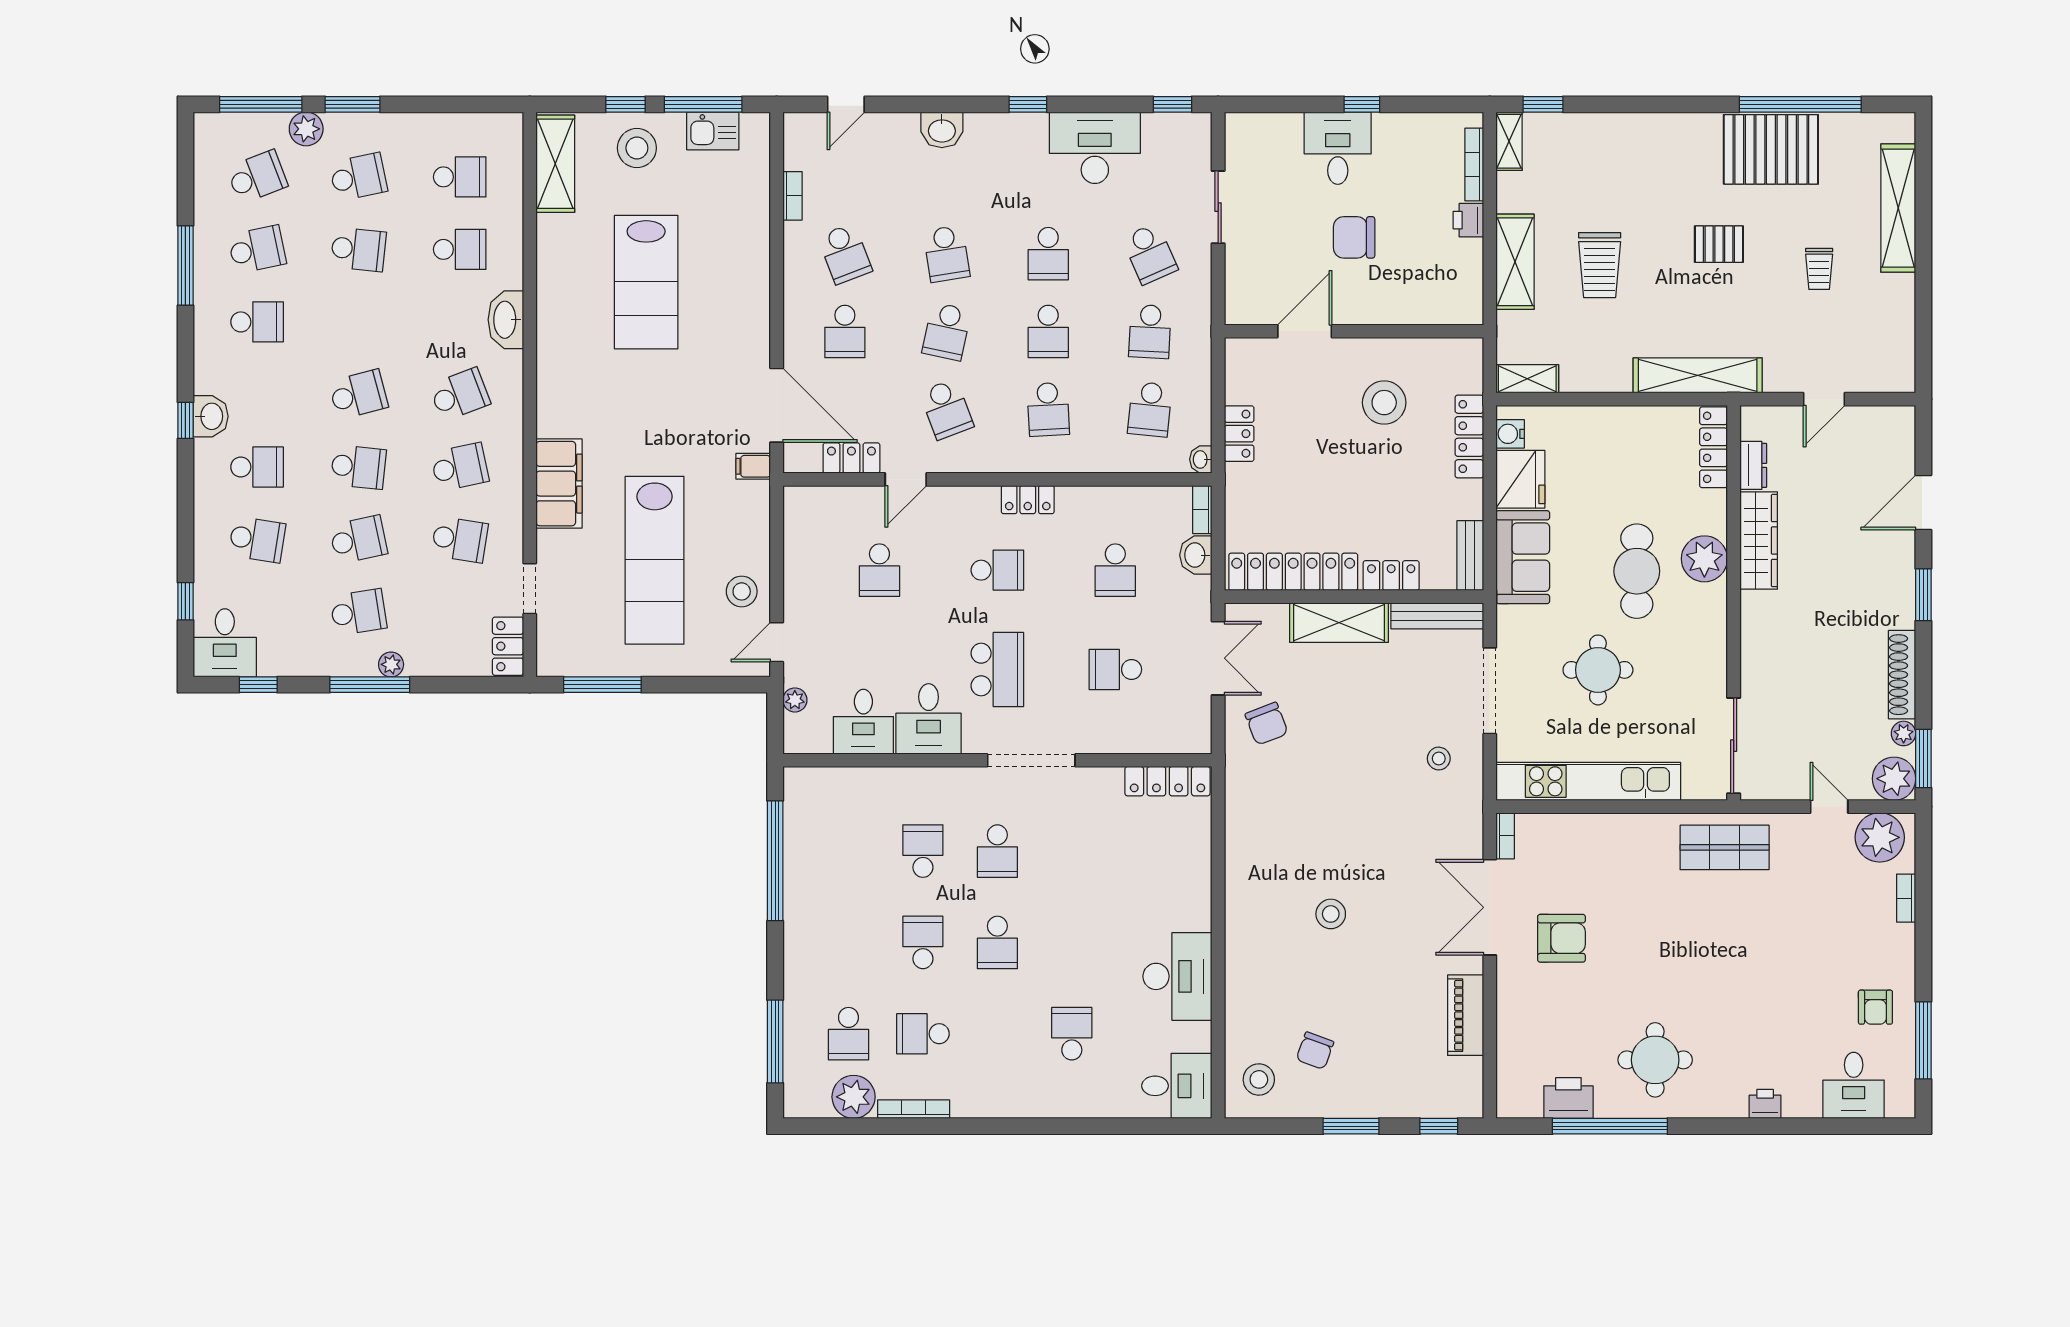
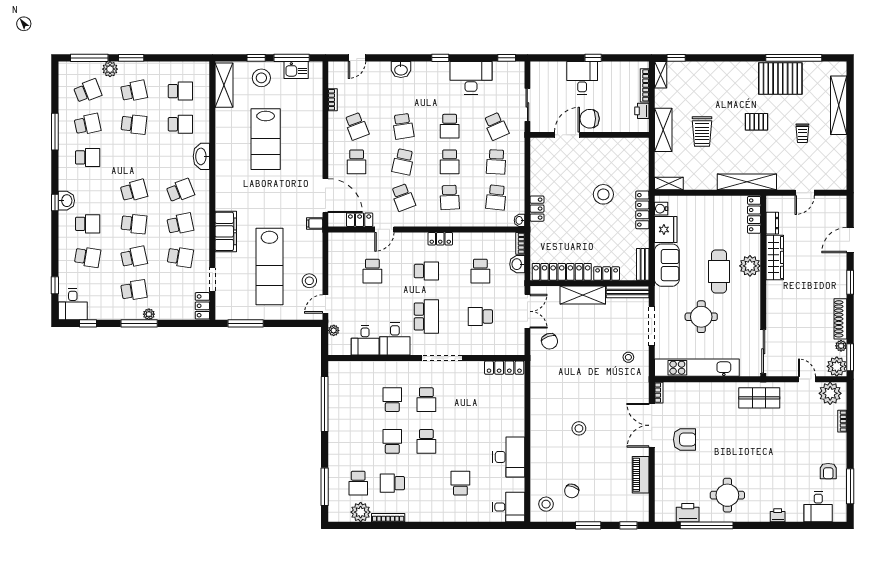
door: (1305, 331) -> (567, 135), moved
wall: (1354, 331) -> (590, 135), moved

